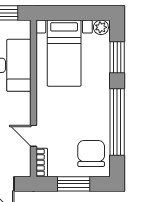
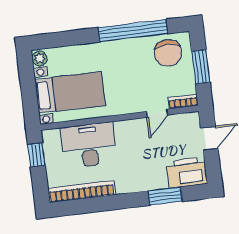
window: (117, 57) -> (68, 38), removed
chair: (91, 153) -> (168, 53), turned -90

